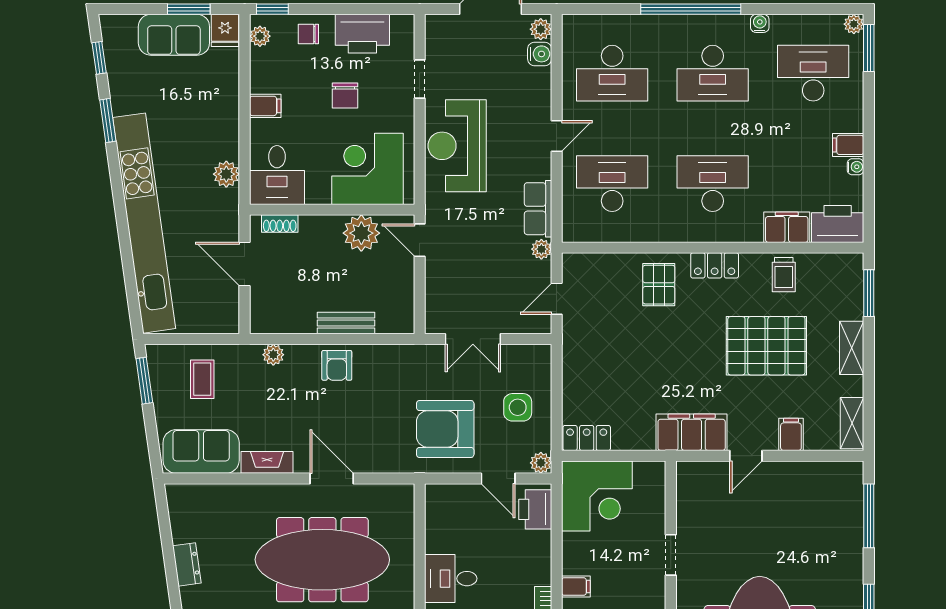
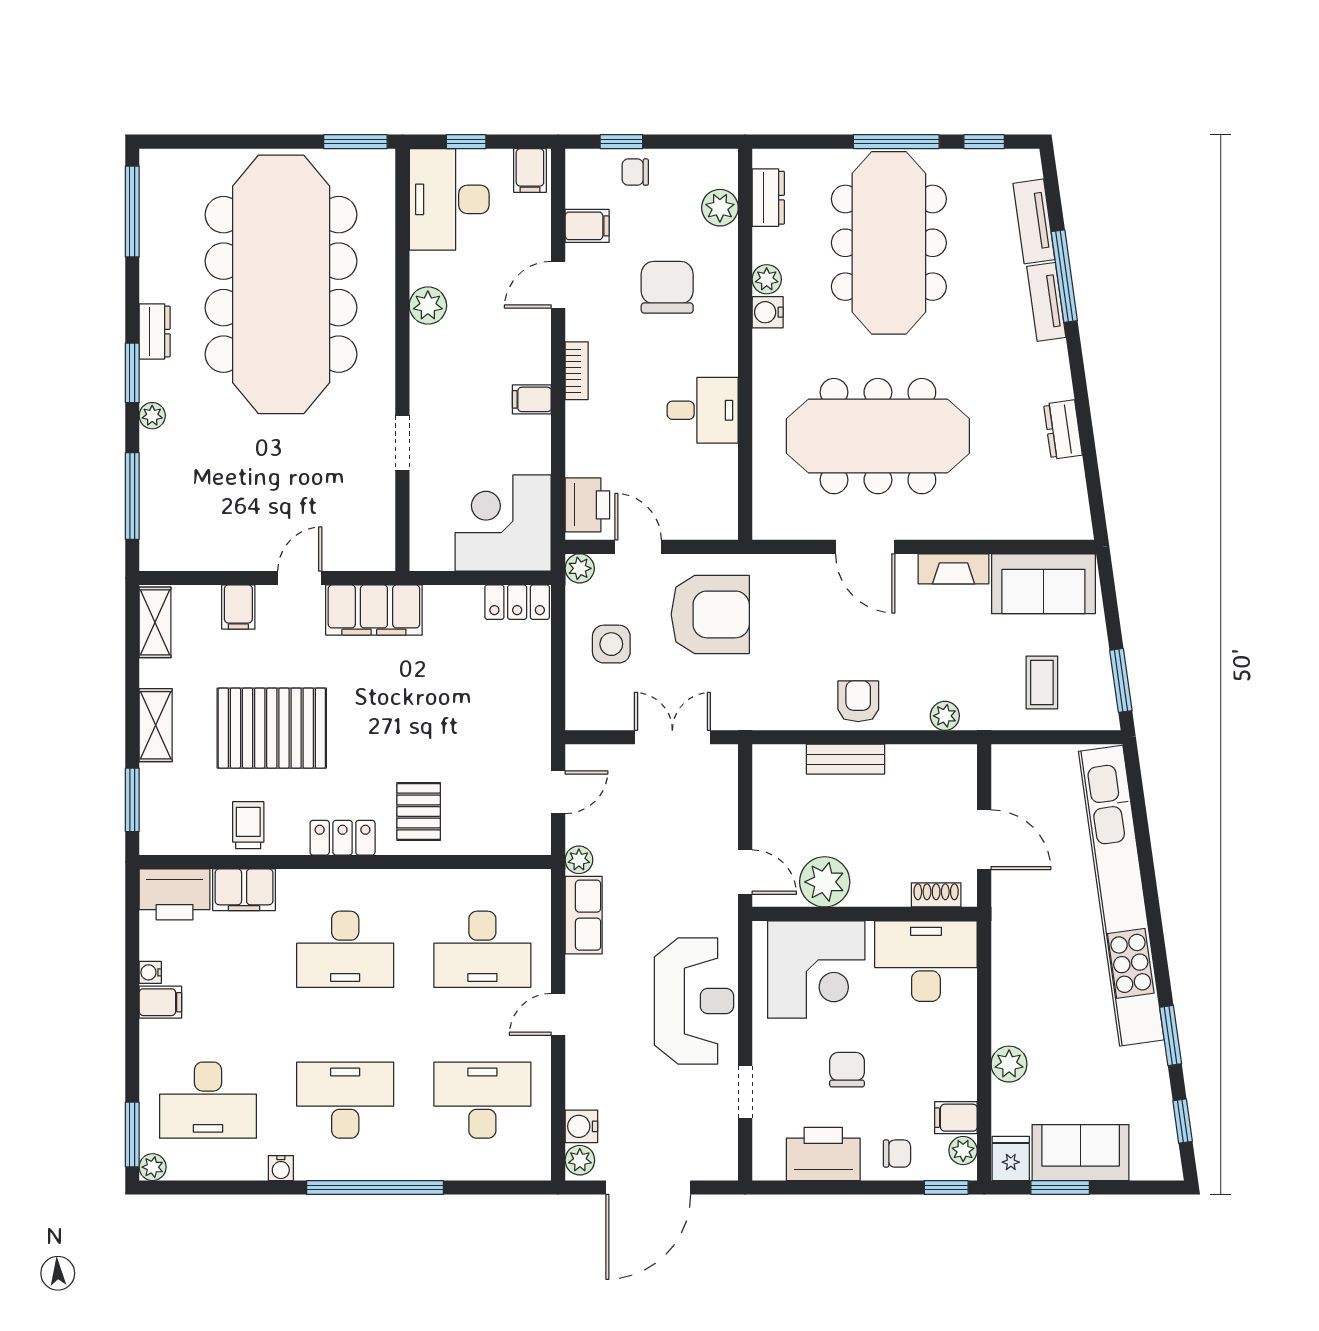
filing cabinet: (265, 106) -> (956, 1118), moved
plant: (226, 174) -> (1009, 1064), moved
desk: (277, 175) -> (926, 961), width x1.37
plant: (854, 575) -> (152, 416), added

